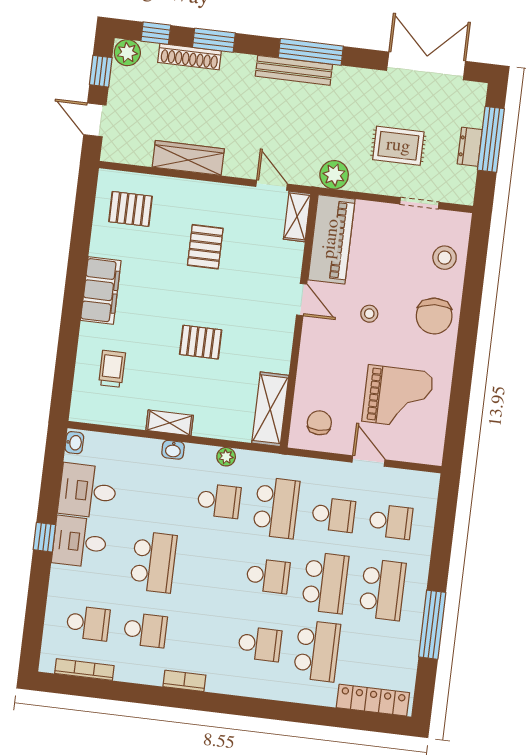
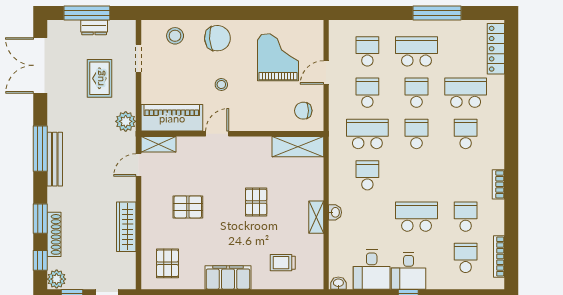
plant: (226, 457) -> (335, 174), removed
school desk: (325, 583) -> (416, 93), width x0.54

